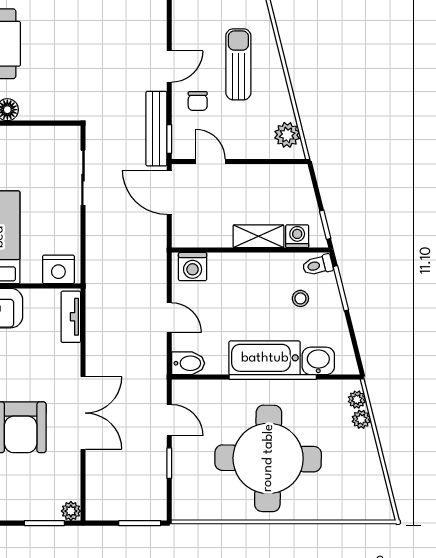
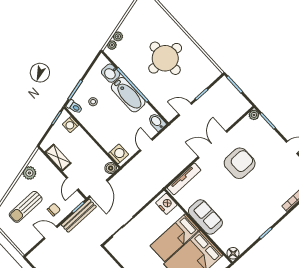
plant: (287, 135) -> (29, 173), moved
shelving: (258, 236) -> (58, 158), moved
boiler: (183, 237) -> (111, 168), added
tv unit: (71, 317) -> (184, 179), width x1.41
door: (169, 420) -> (185, 109), hinge flipped
round table: (268, 458) -> (165, 58), width x0.73, depth x0.73

